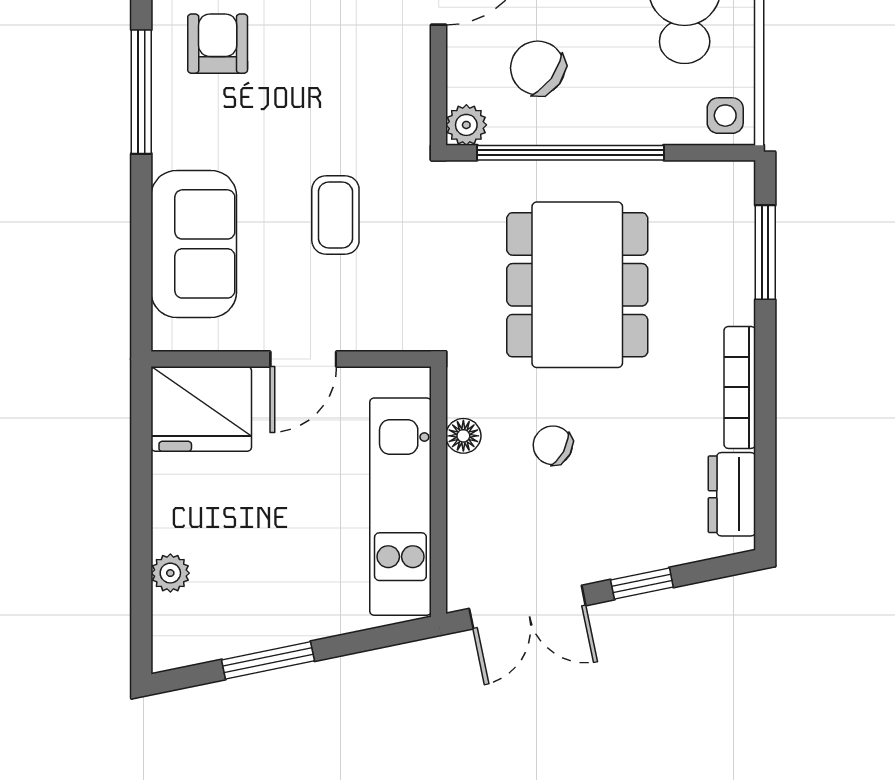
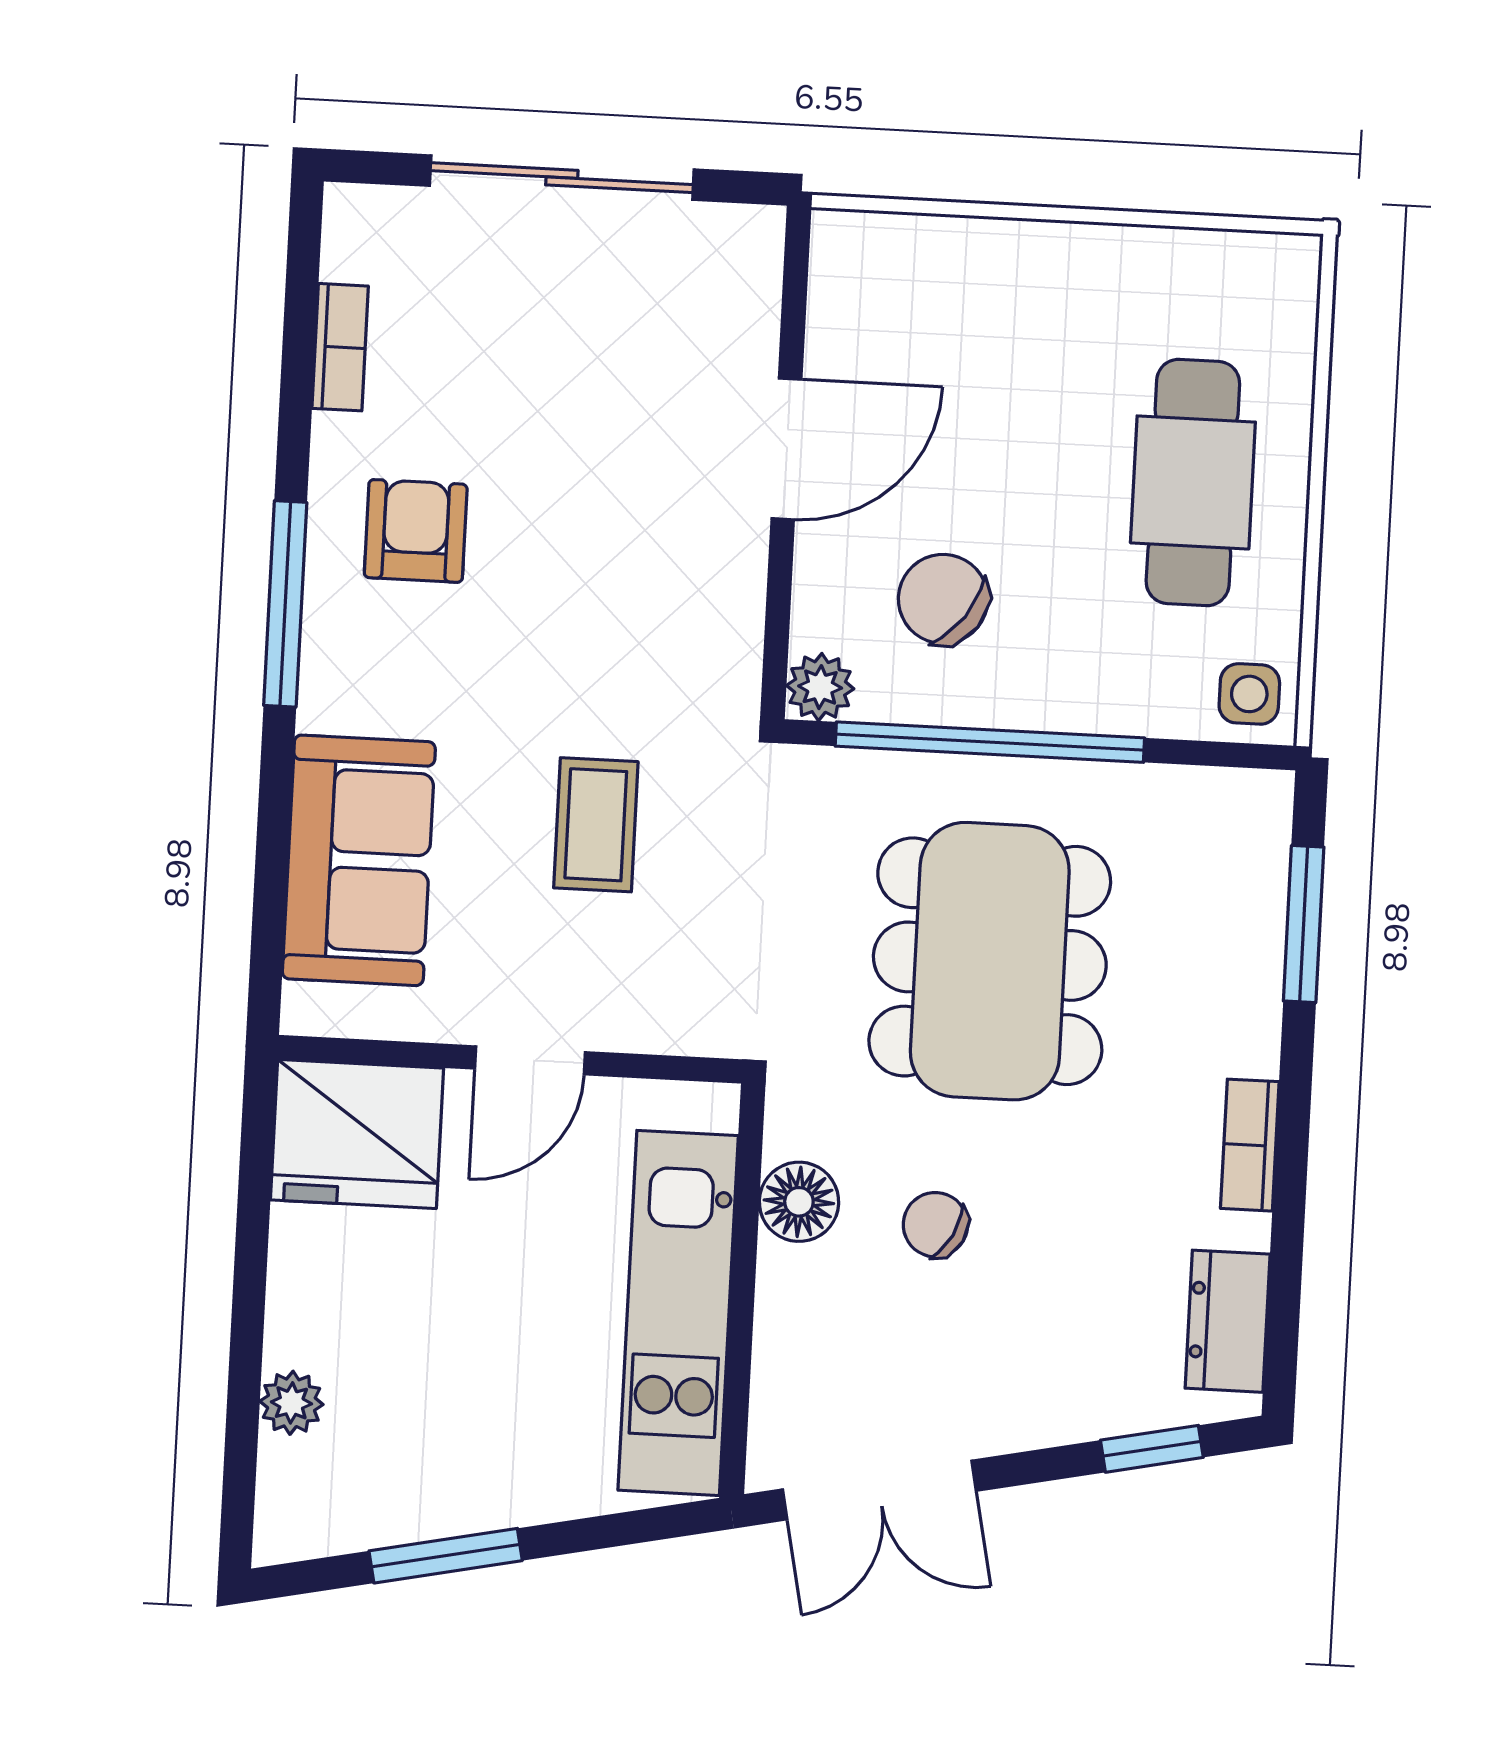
bookcase: (740, 387) -> (1250, 1145), width x0.64
floor lamp: (463, 436) -> (799, 1202), width x1.37, depth x1.37
window: (642, 583) -> (1152, 1449), moved

